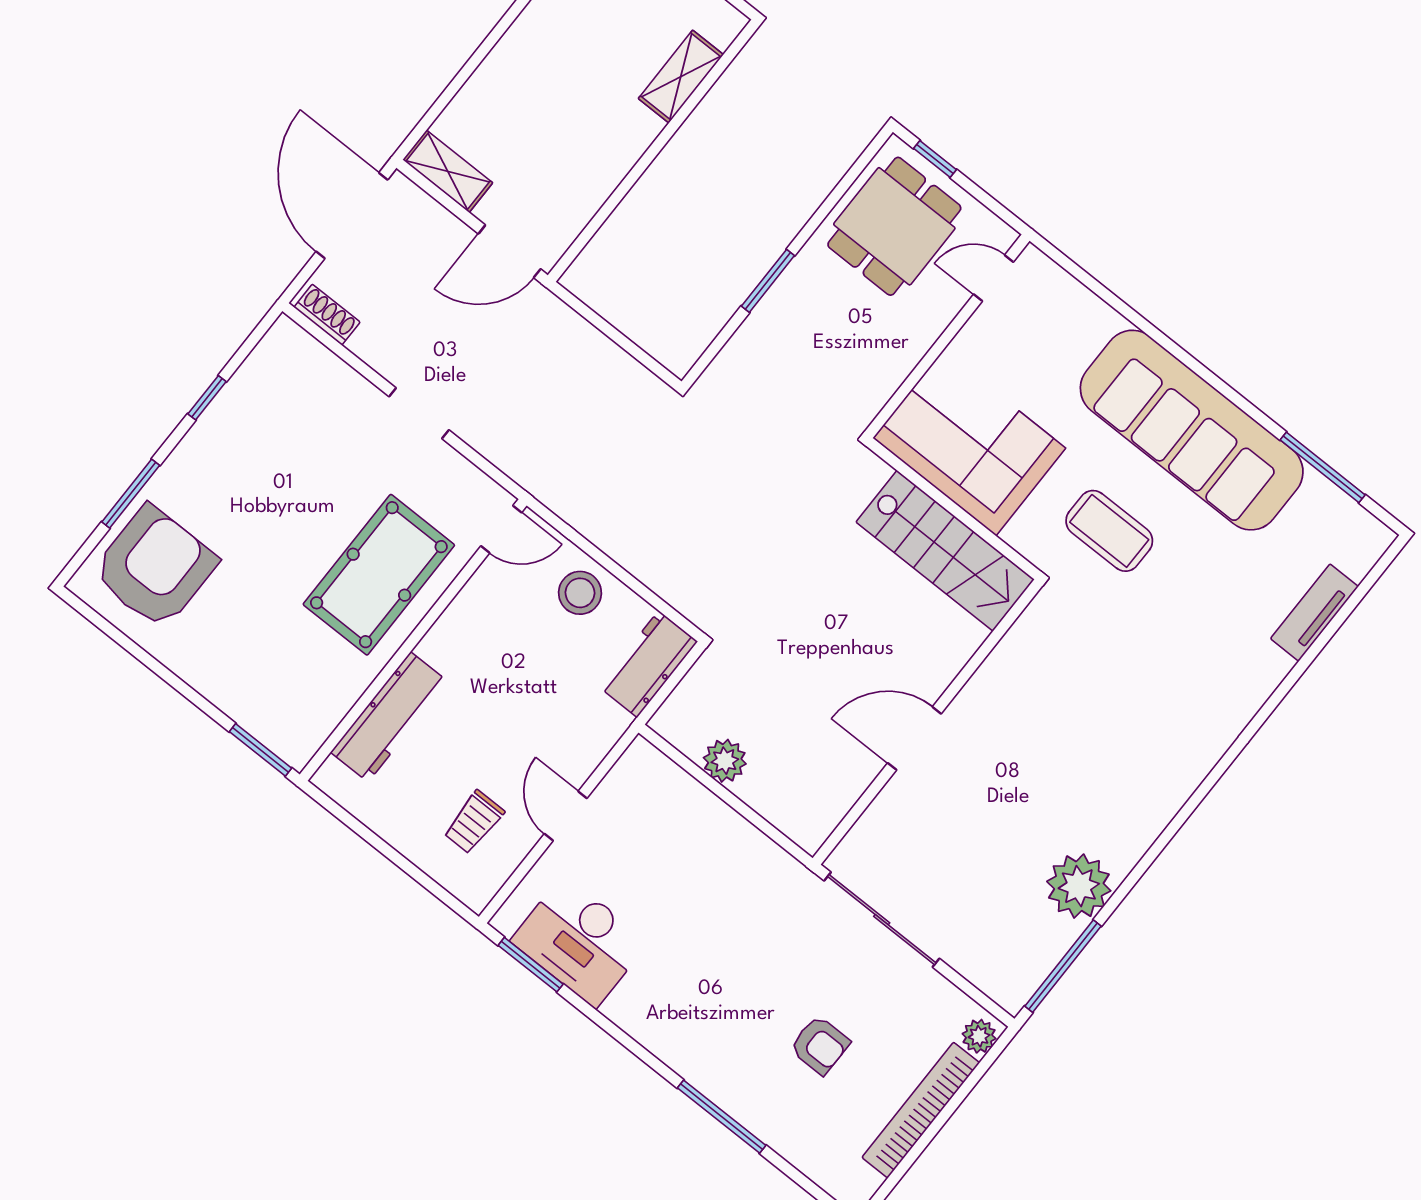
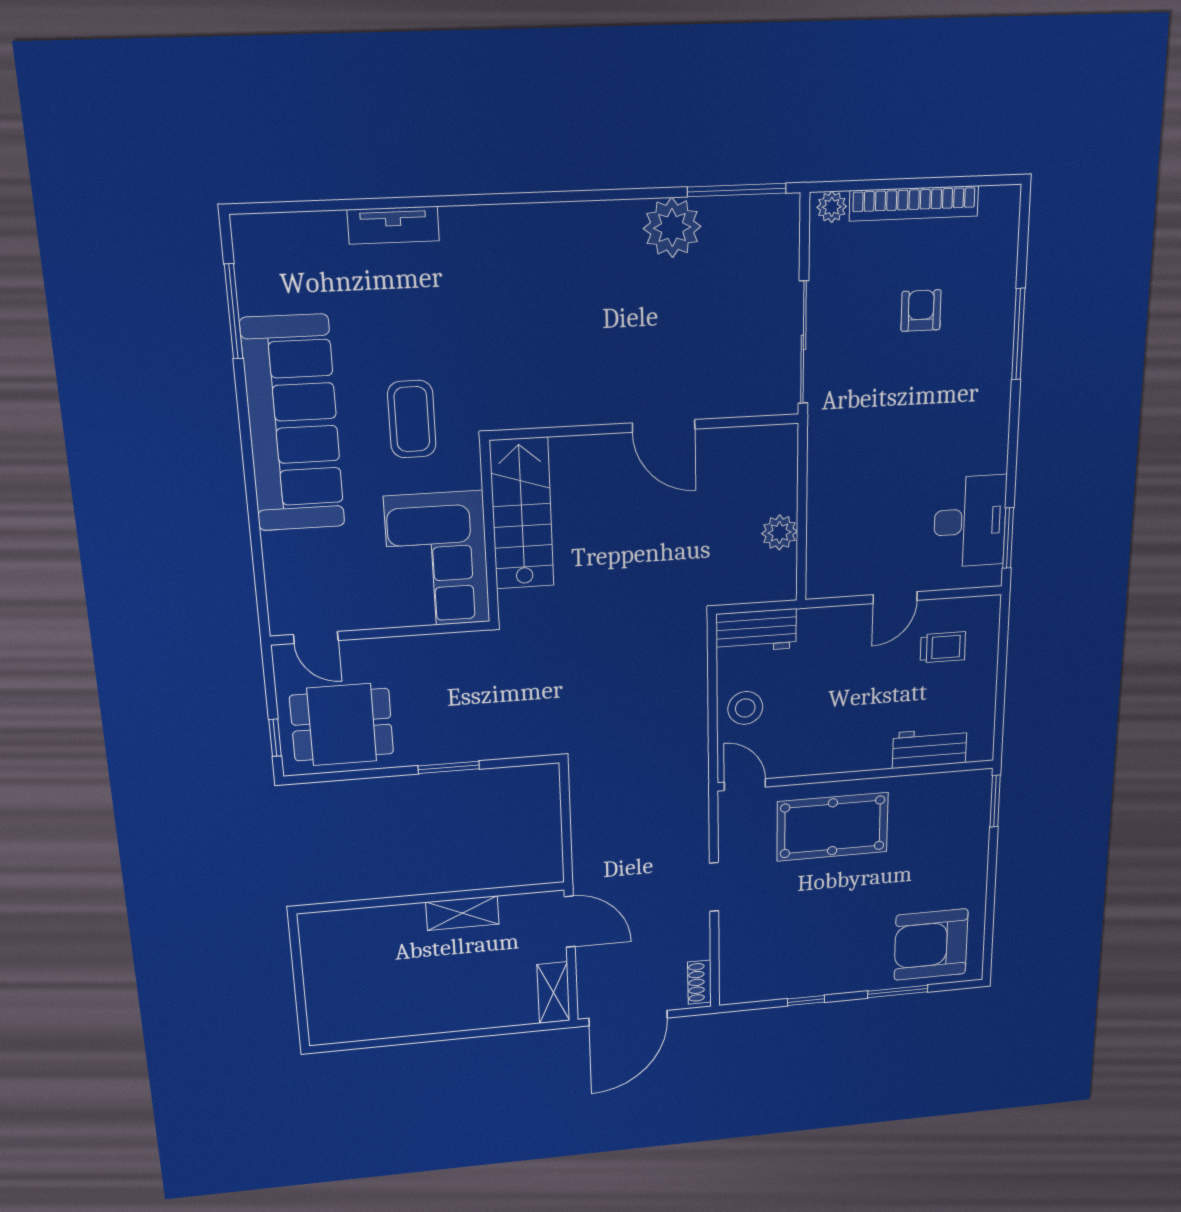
shelving: (681, 77) -> (462, 913), moved
tv unit: (1314, 613) -> (393, 225), moved
workbench: (389, 717) -> (930, 748), width x0.73

